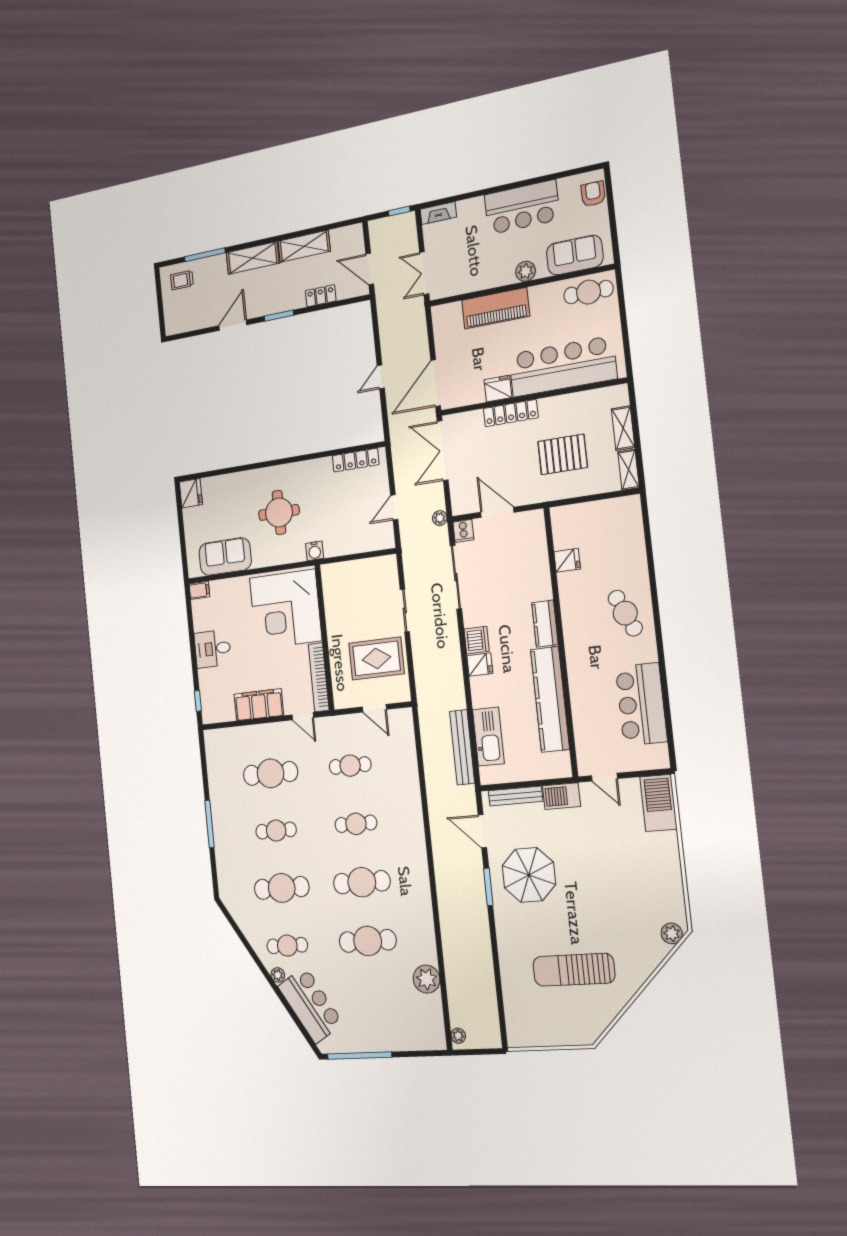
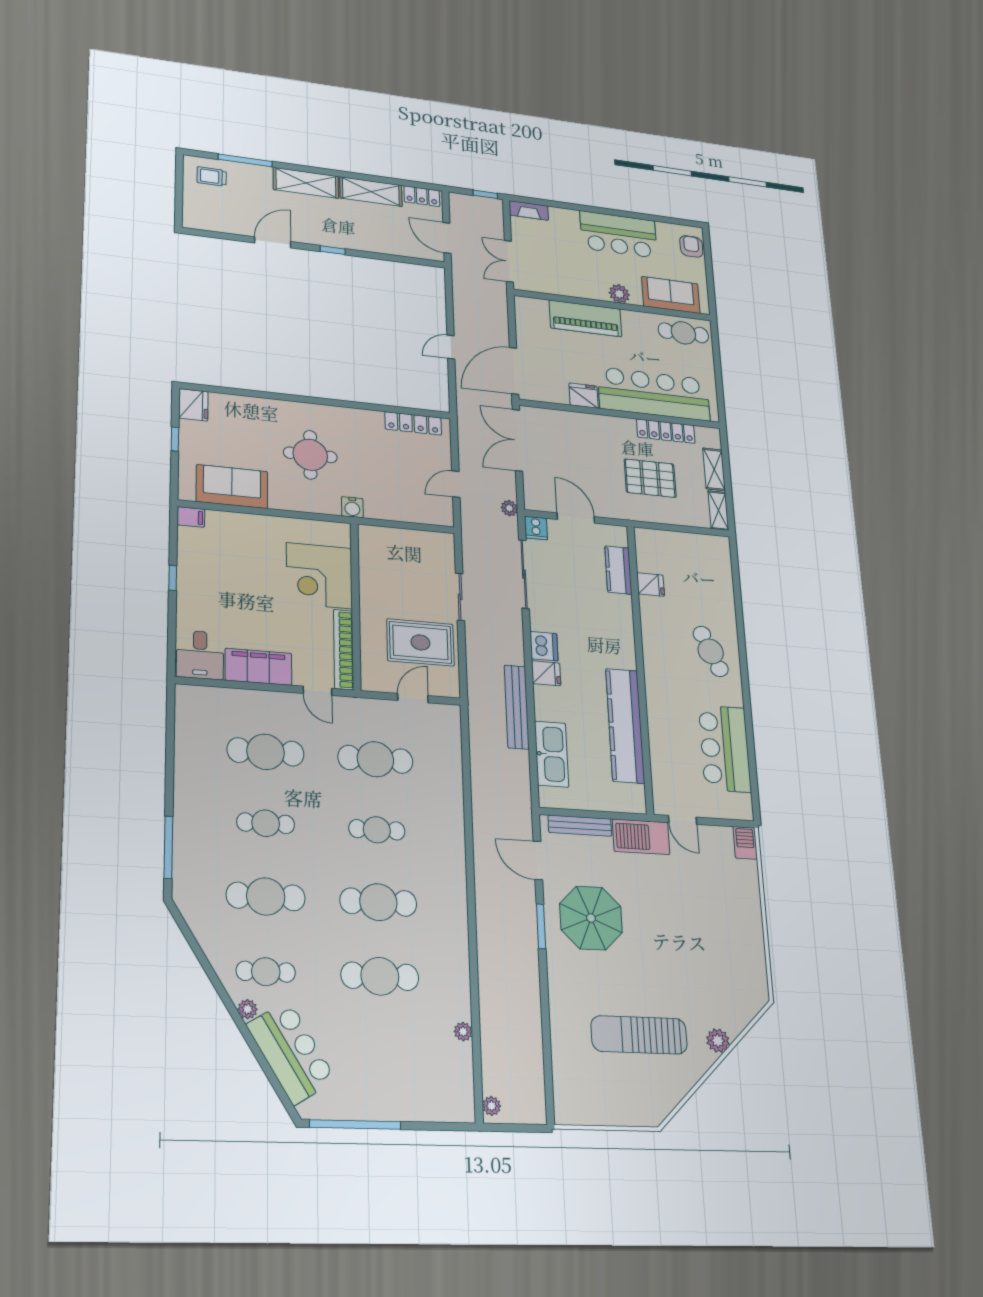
locker: (321, 296) -> (422, 196), moved, turned 180
window: (279, 316) -> (333, 250), width x0.67
locker: (511, 413) -> (666, 431), moved
window: (181, 527) -> (175, 439), added
corner desk: (286, 609) -> (319, 576), width x0.74, depth x0.74
kitchen counter: (545, 624) -> (618, 570), moved
desk: (213, 649) -> (200, 655), moved, turned -90
window: (198, 701) -> (173, 578), moved
door: (374, 708) -> (413, 698), swing flipped
bench: (462, 747) -> (517, 707), moved
cafe table: (350, 766) -> (375, 759), width x1.37, depth x1.35
barbecue: (562, 796) -> (641, 837), width x1.37, depth x1.21
barbecue: (659, 803) -> (745, 843), width x0.53, depth x0.65
window: (210, 824) -> (168, 847), moved
plant: (672, 933) -> (718, 1041), moved
plant: (427, 979) -> (463, 1032), width x0.53, depth x0.53

